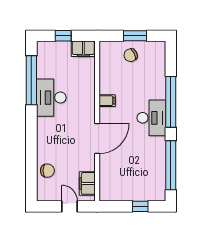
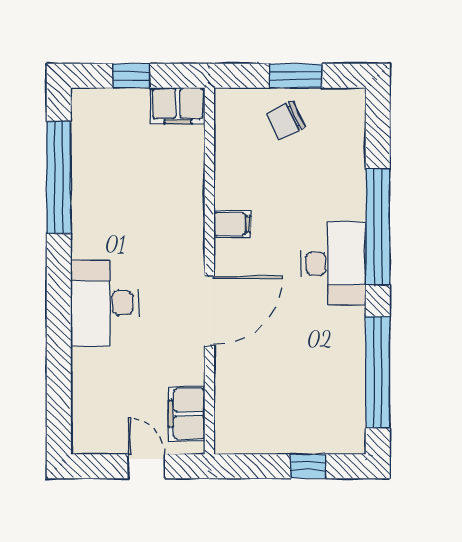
desk: (51, 98) -> (104, 303), moved
chair: (47, 171) -> (95, 384), removed

